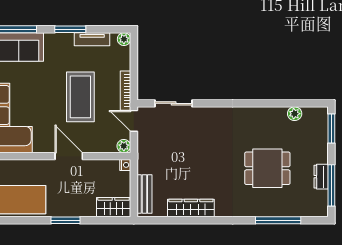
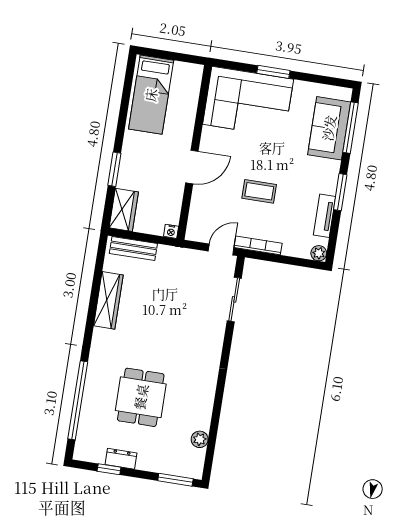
coffee table: (80, 97) -> (259, 191), width x0.54, depth x0.58
plant: (124, 146) -> (193, 233), removed
window: (331, 185) -> (109, 469), width x0.46
window: (65, 220) -> (114, 169), moved
window: (278, 220) -> (78, 400), width x1.46

